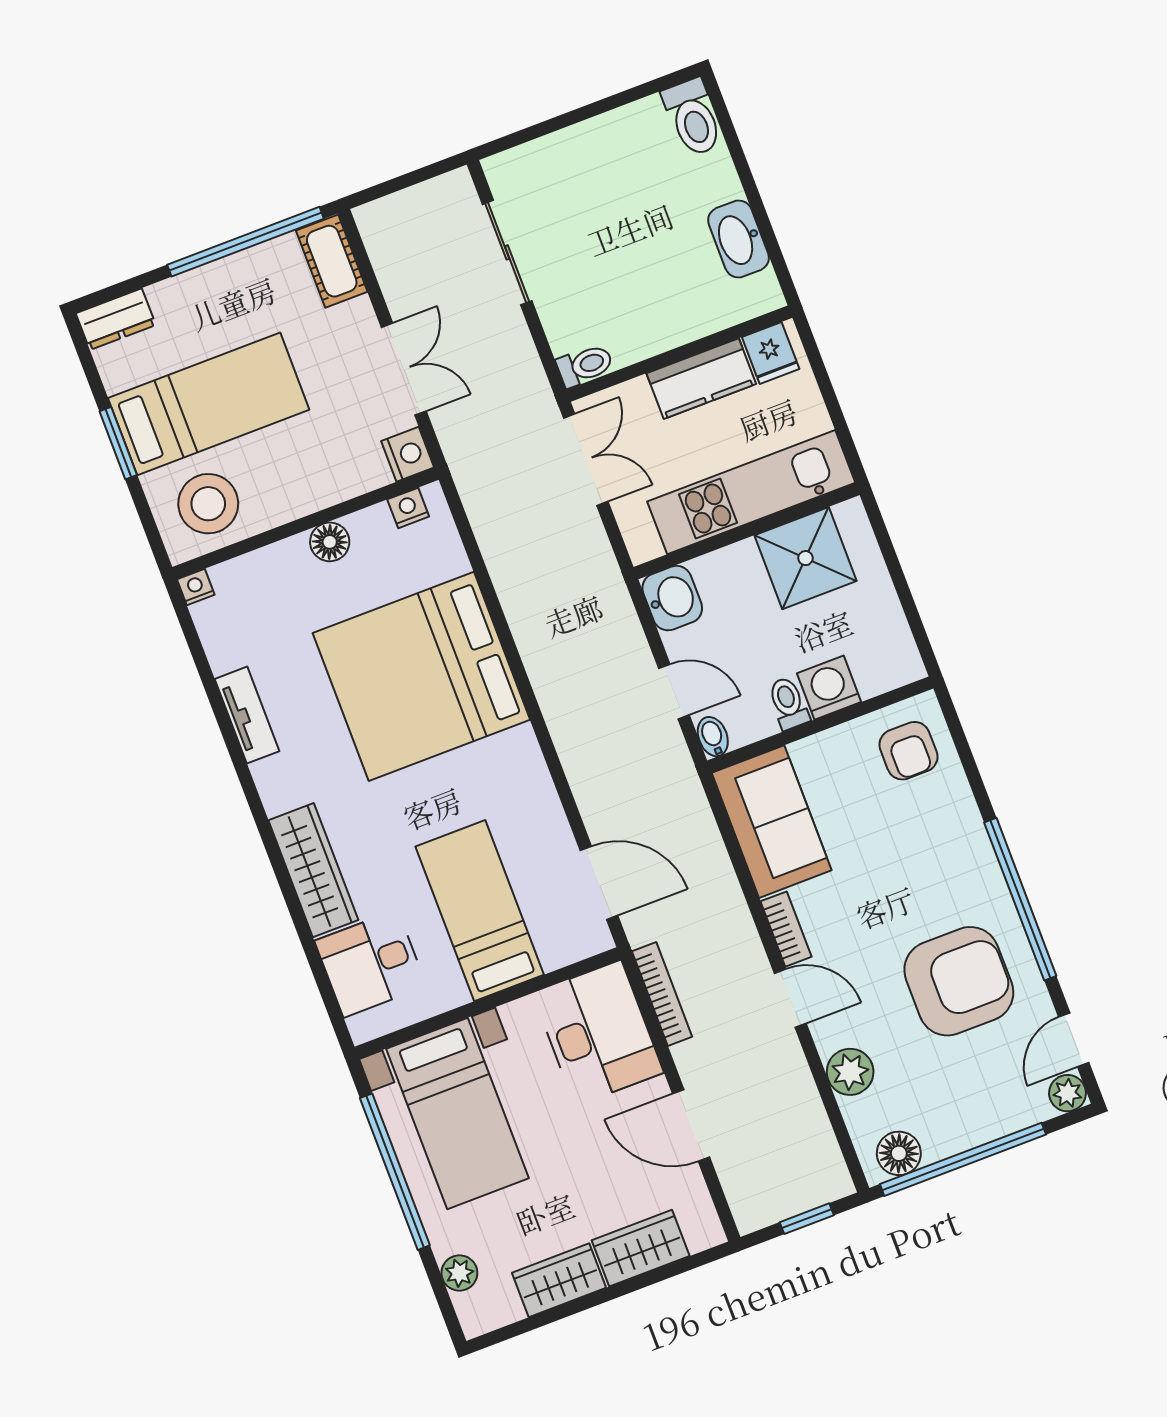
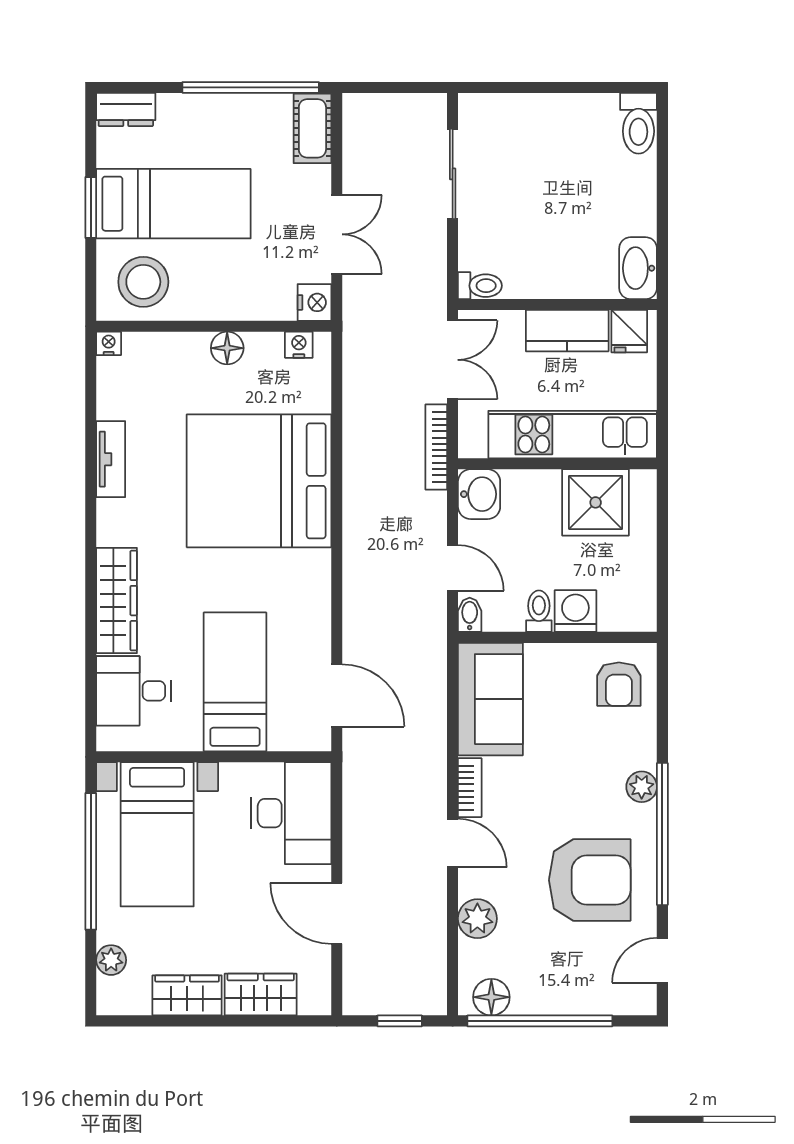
washbasin: (738, 239) -> (638, 268), moved
bookcase: (662, 994) -> (436, 447), moved, turned 180
plant: (1067, 1093) -> (642, 787), moved

